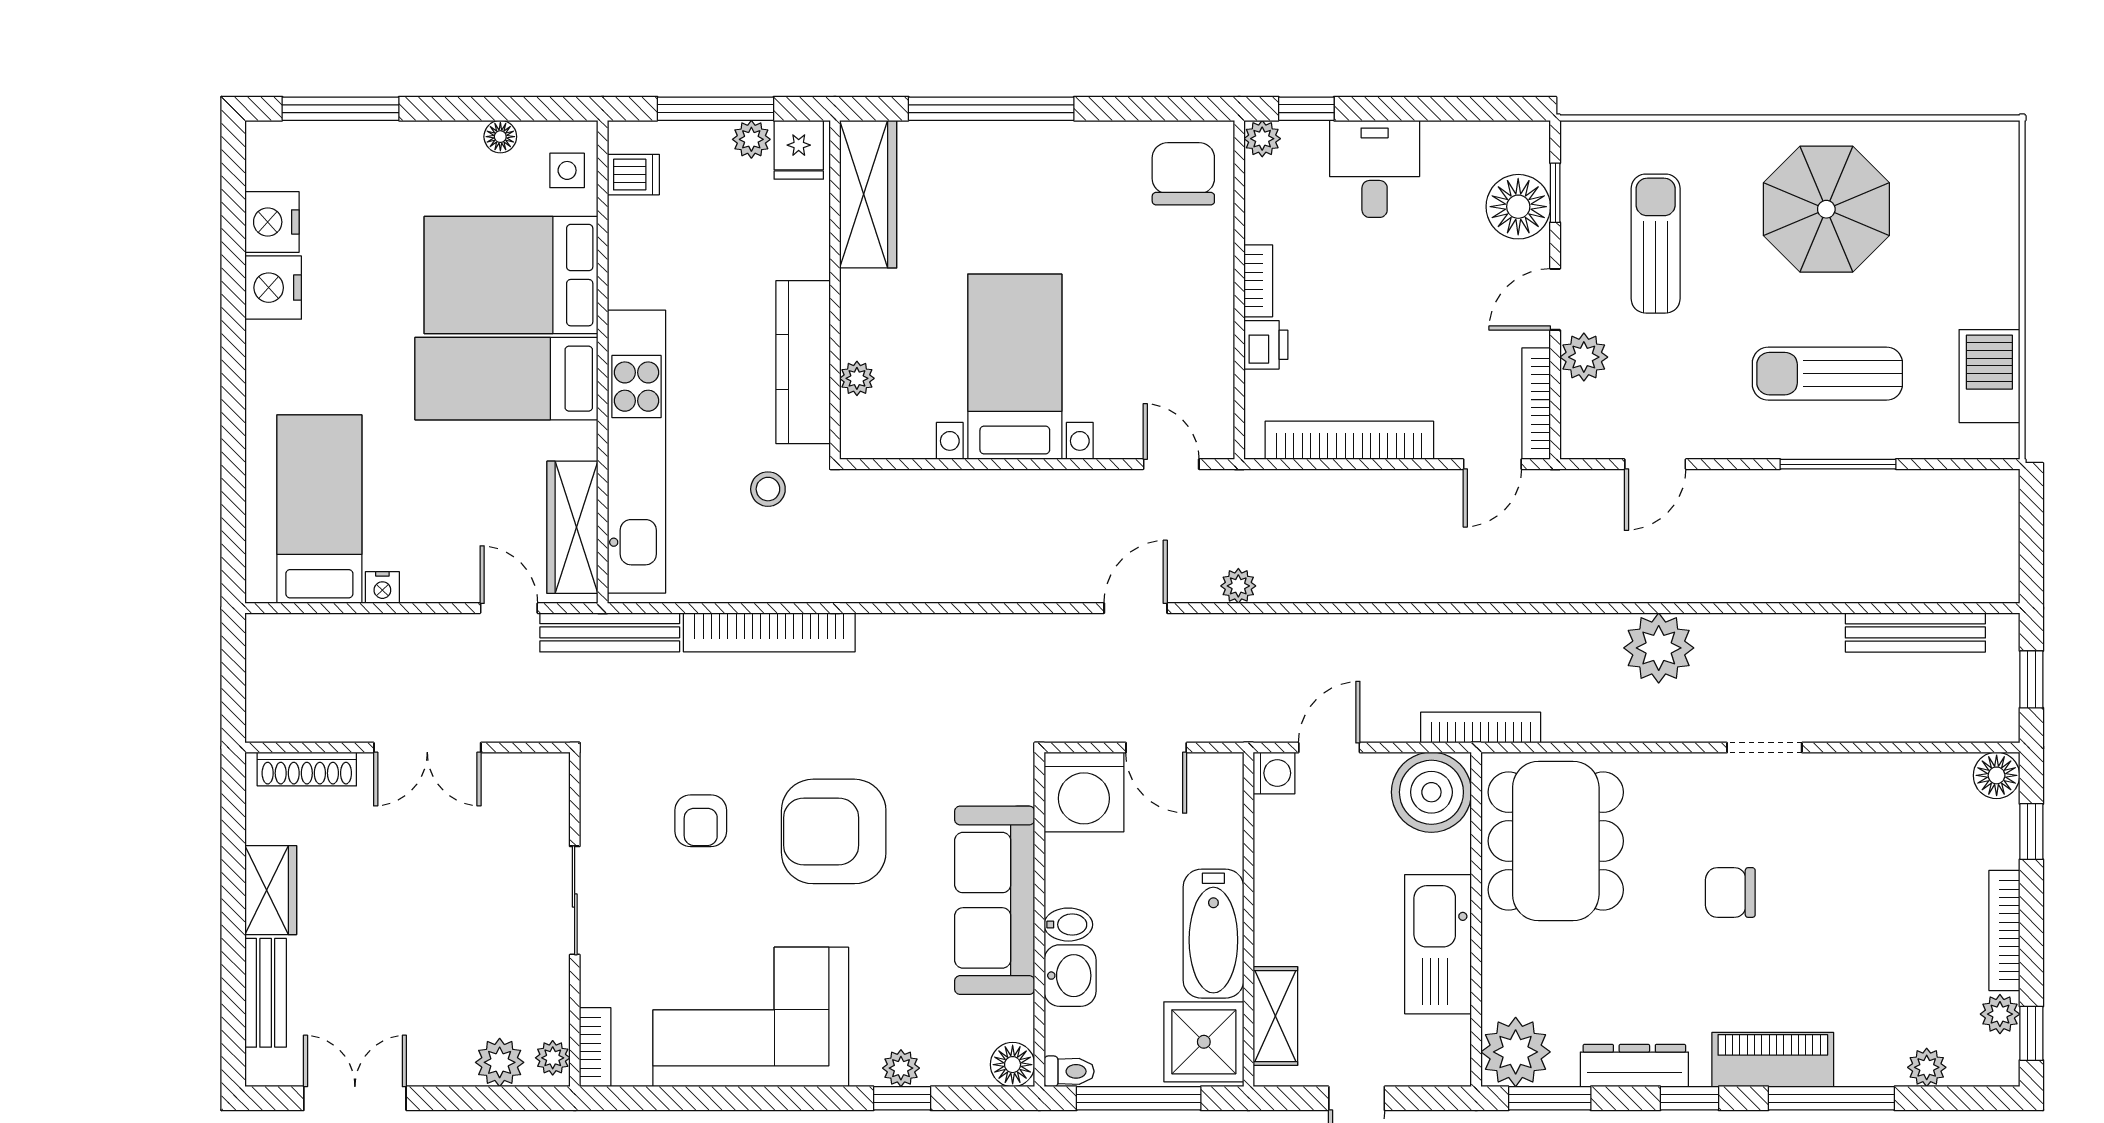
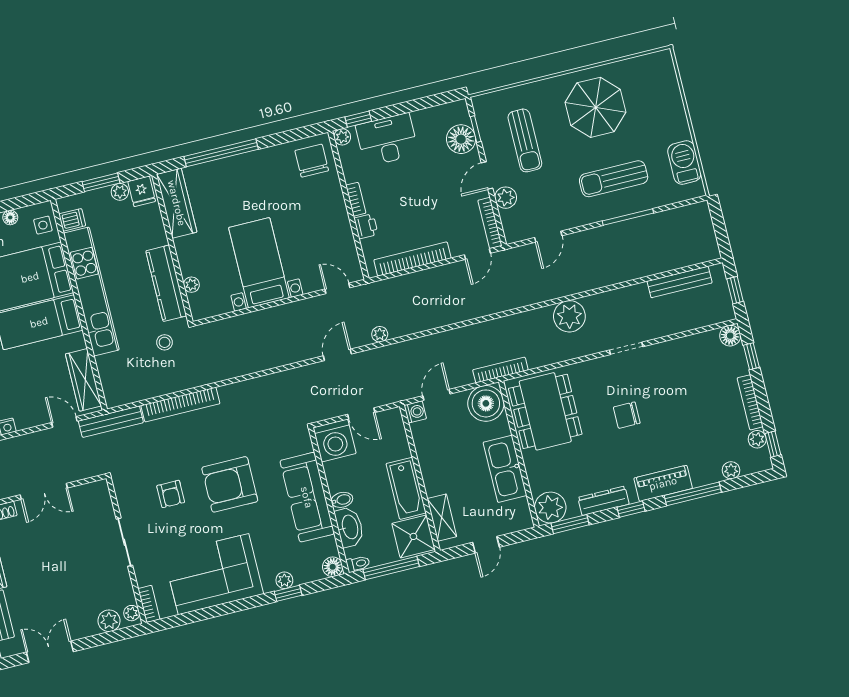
window: (716, 109) -> (101, 182), width x0.69
desk: (1375, 169) -> (387, 140), width x1.37
sun lounger: (1656, 244) -> (525, 140), turned 180
kitchen unit: (636, 452) -> (91, 291), moved
washbasin: (1070, 976) -> (349, 527), width x1.38

